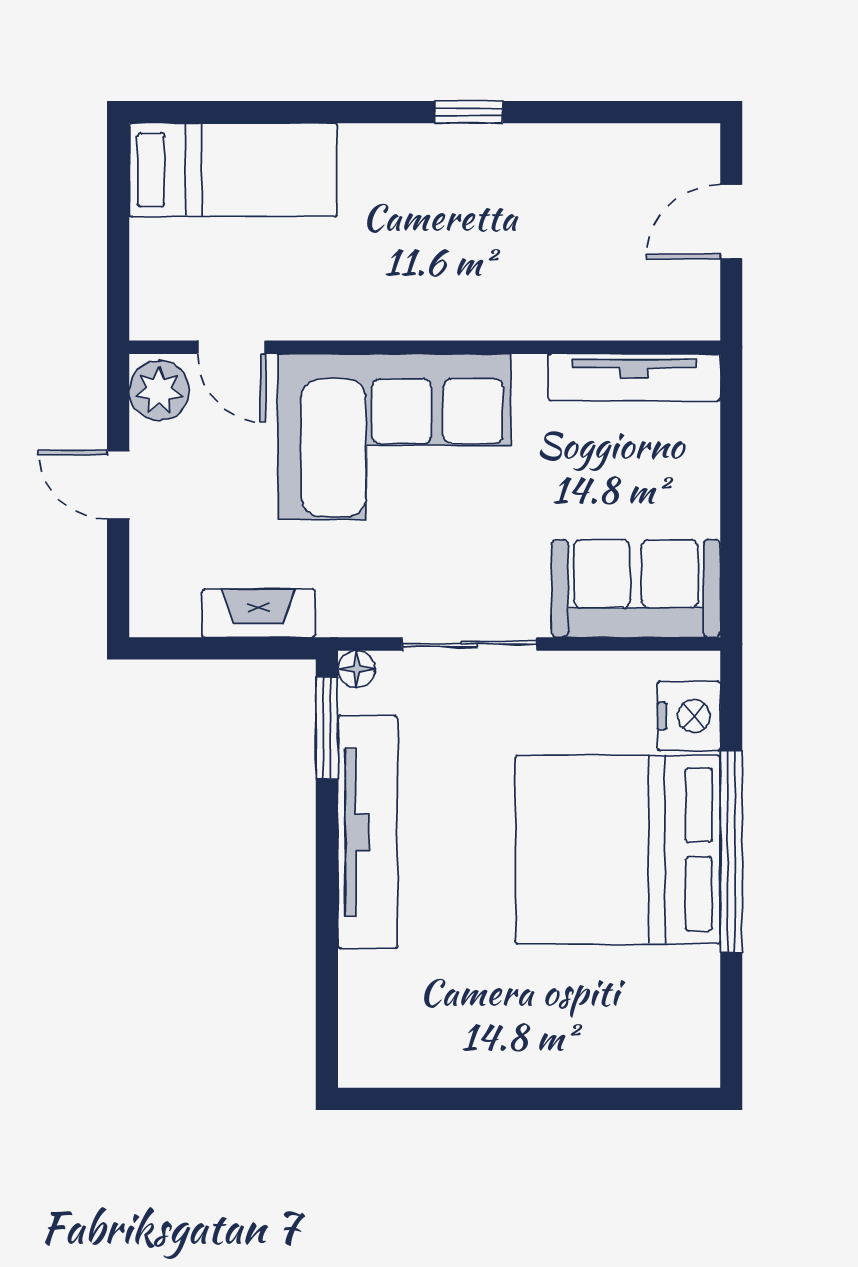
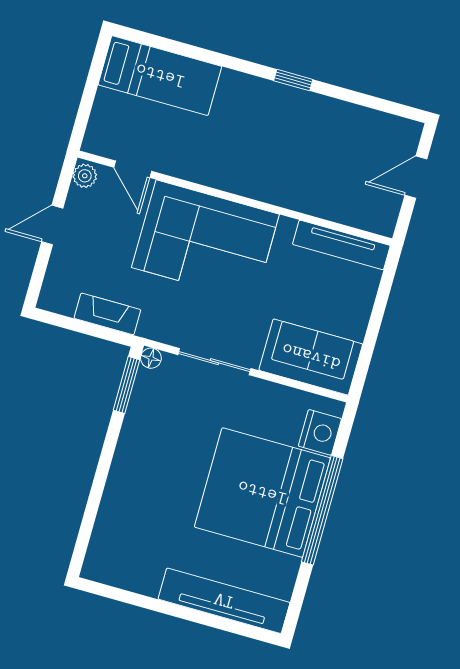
plant: (159, 391) -> (85, 176), width x0.73, depth x0.73
door: (118, 485) -> (52, 225), hinge flipped
tv unit: (368, 832) -> (224, 601), moved, turned -90

